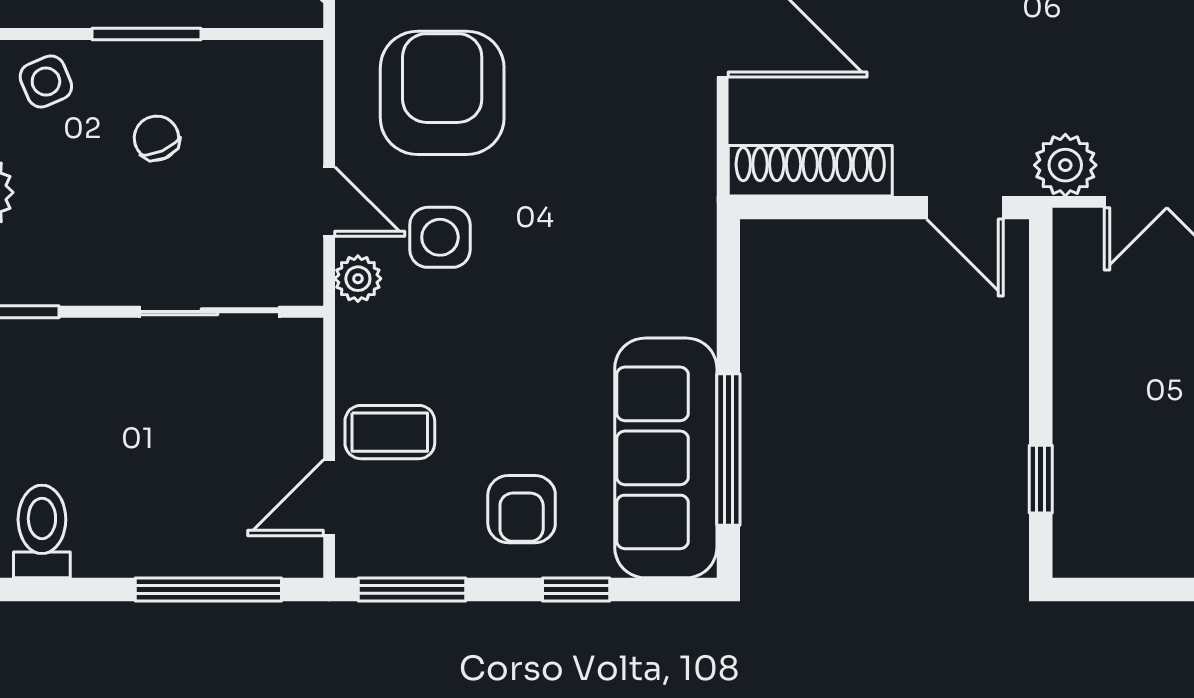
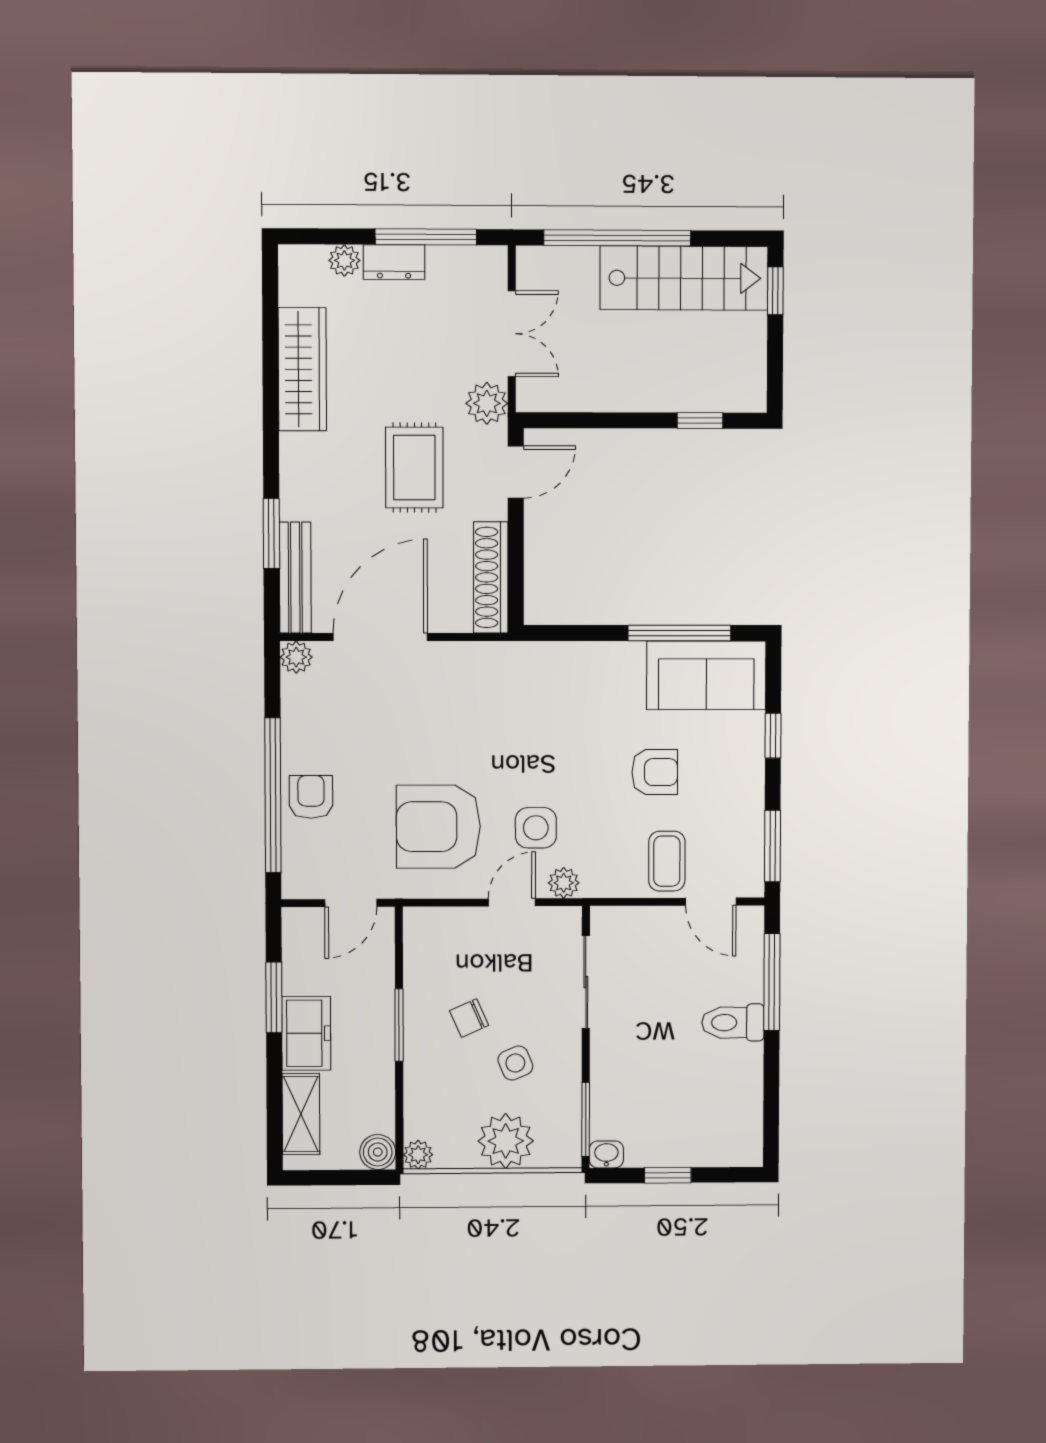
rug: (971, 59) -> (414, 468), added
side table: (46, 81) -> (515, 1063), moved
sofa: (666, 458) -> (706, 675), width x0.73
armchair: (522, 509) -> (655, 772), moved
toilet: (42, 531) -> (733, 1023), moved

